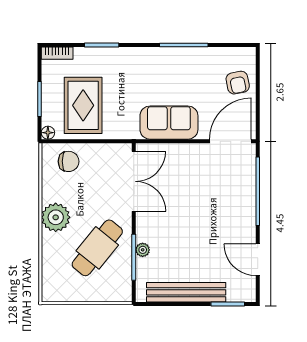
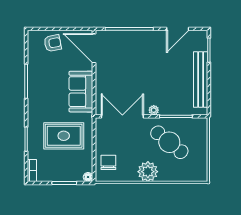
rug: (83, 105) -> (64, 136), moved
plant: (143, 250) -> (154, 110), moved

